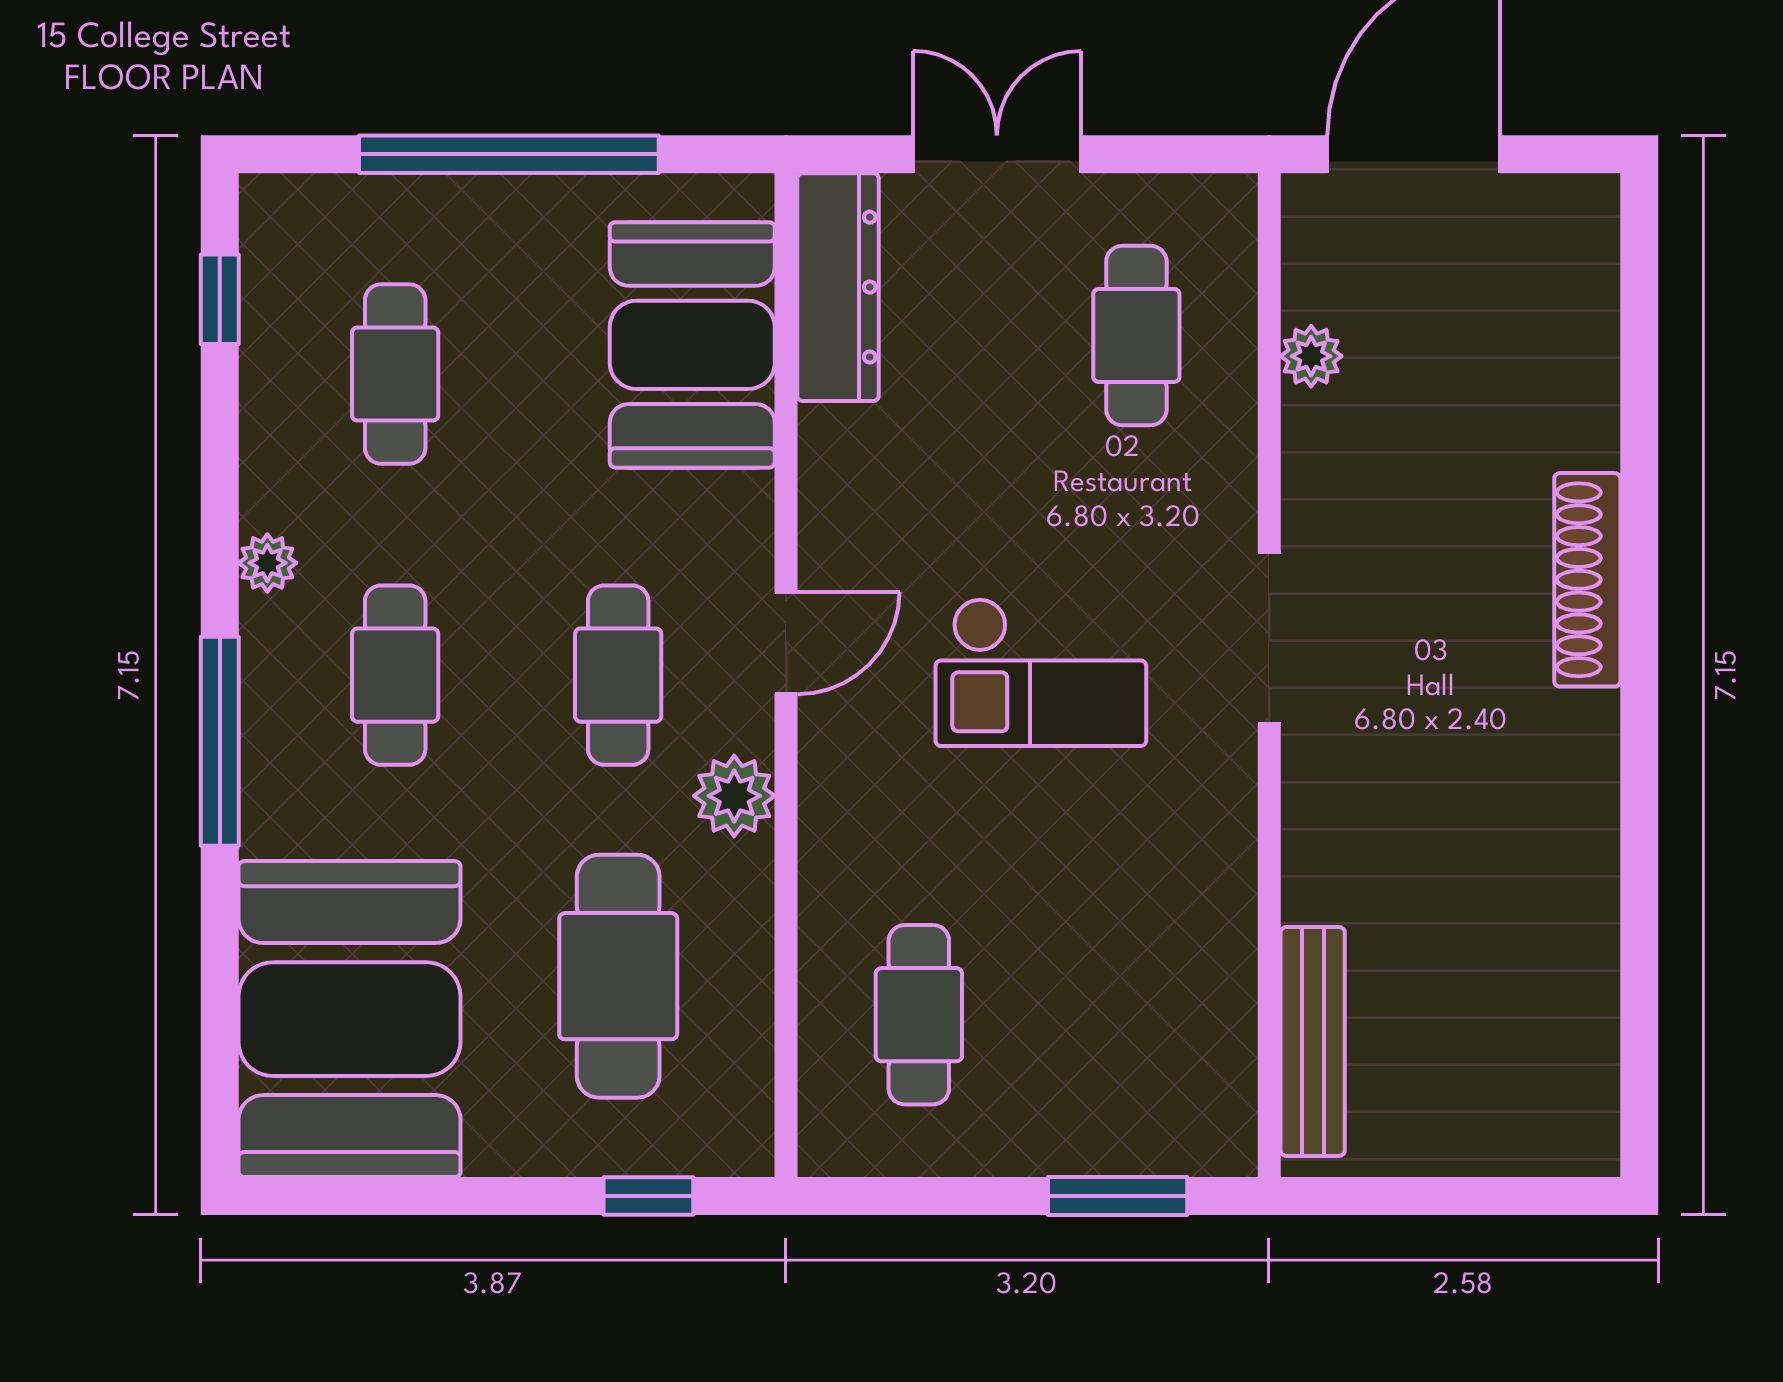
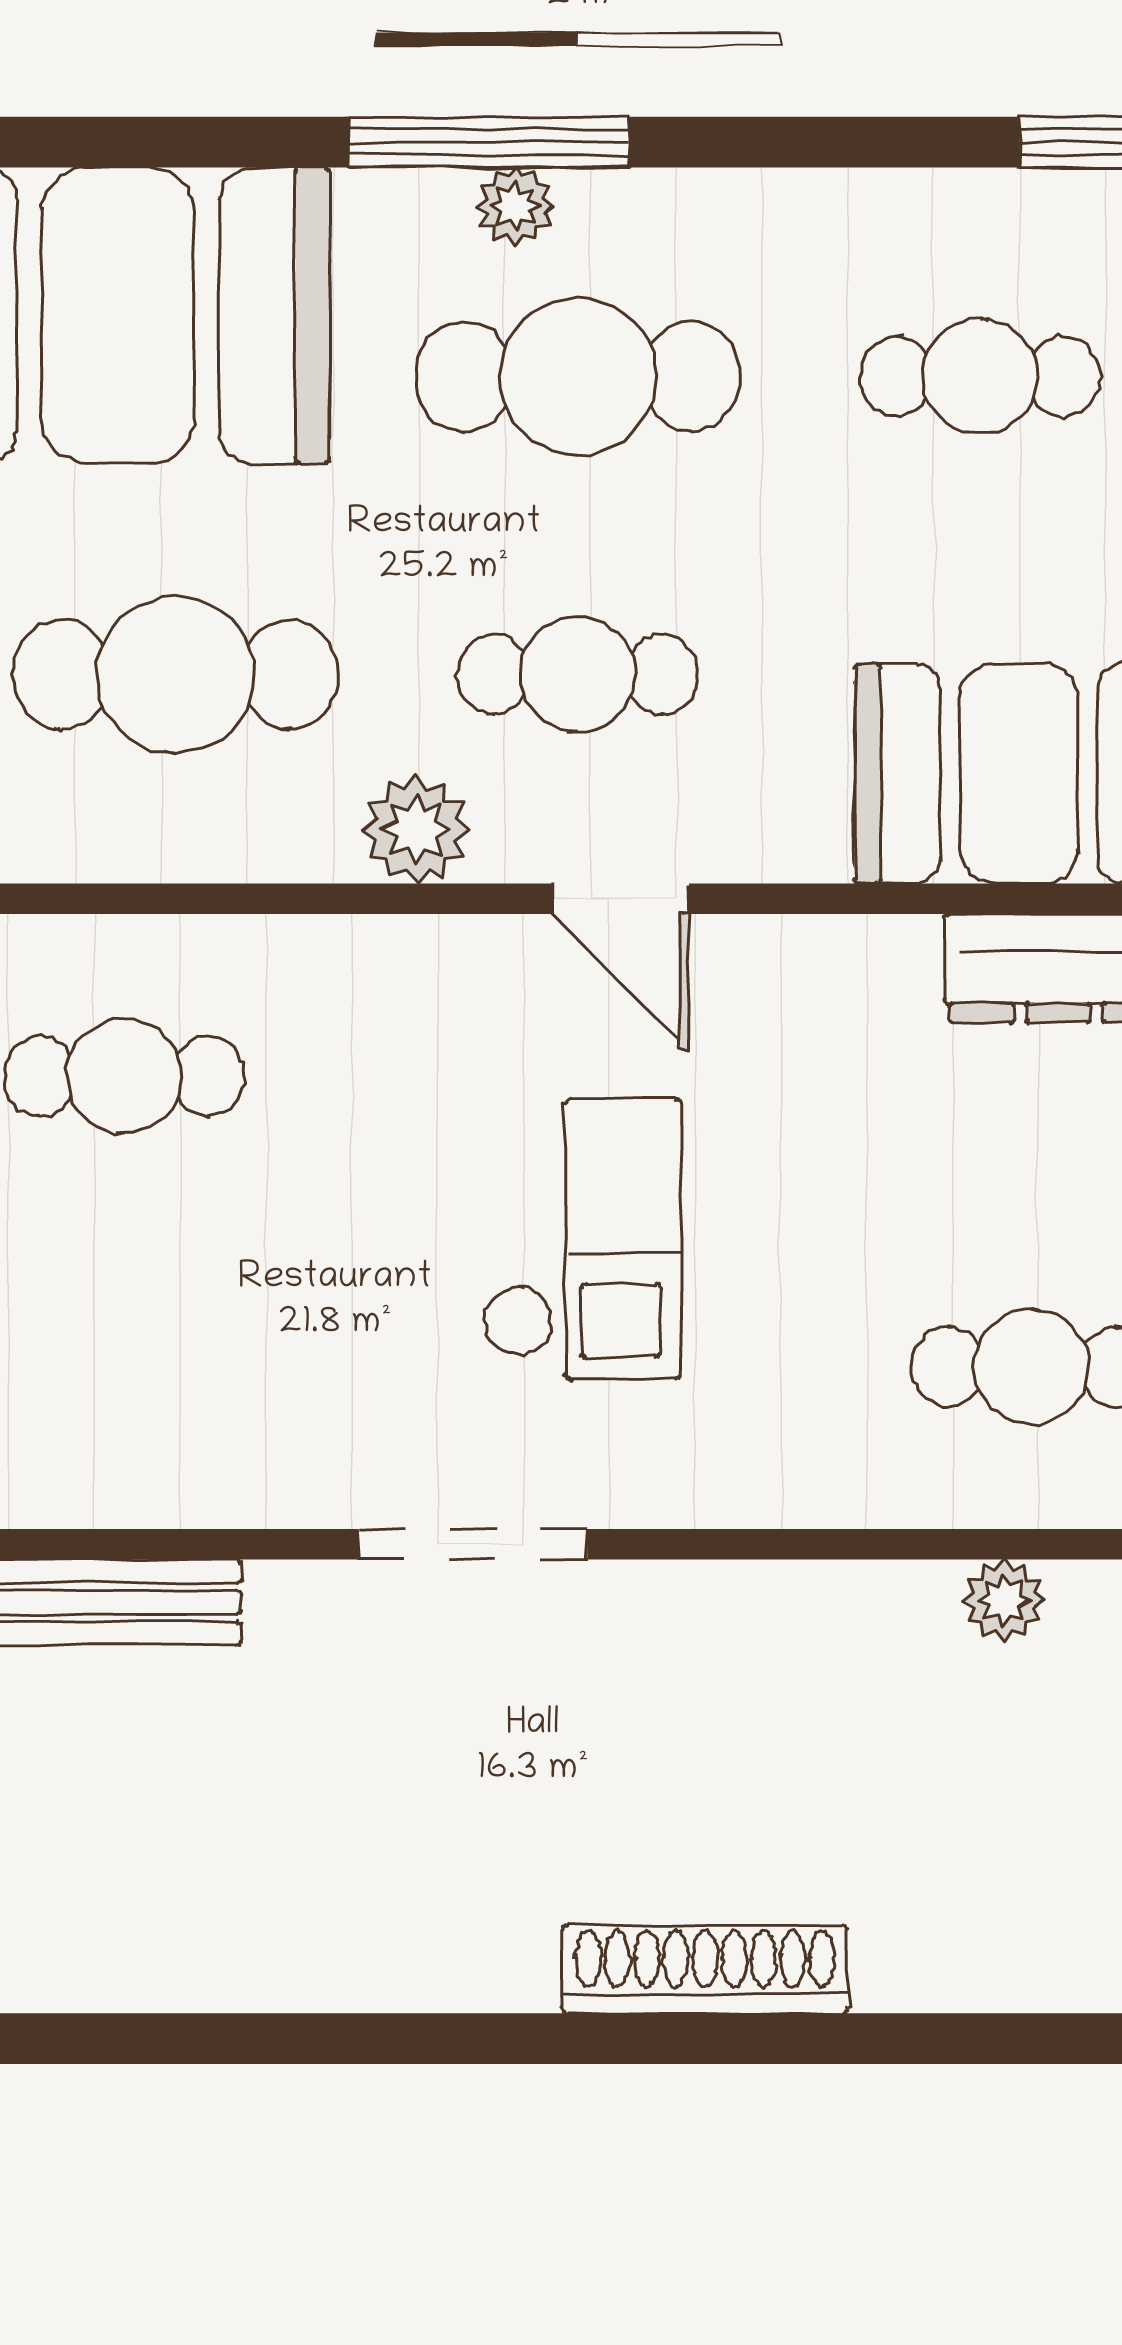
plant: (267, 563) -> (516, 206), moved
doorway: (1269, 638) -> (473, 1544), moved
checkout: (1041, 672) -> (582, 1239), turned 180
cafe table: (395, 675) -> (578, 377), width x1.37, depth x1.35

